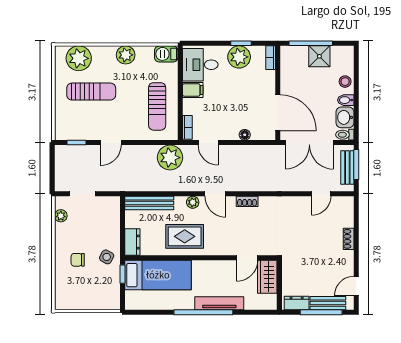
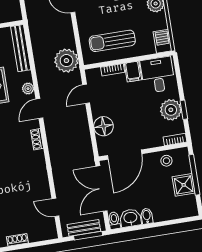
stool: (345, 82) -> (166, 161), moved
bookcase: (187, 127) -> (113, 70), moved
floor lamp: (245, 135) -> (104, 126), width x1.89, depth x1.89

